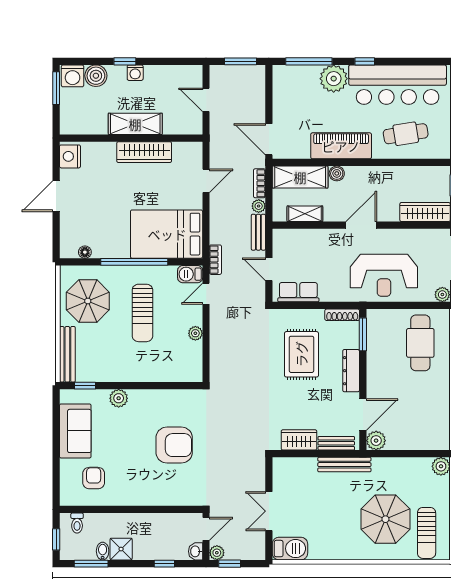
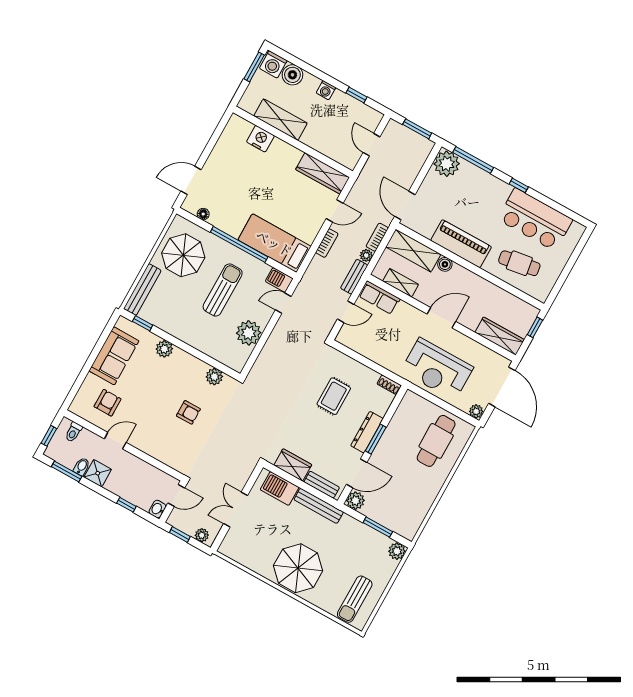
window: (125, 61) -> (356, 95), moved
plant: (334, 79) -> (447, 164), moved
bar counter: (398, 85) -> (535, 219), width x0.73
shelving: (135, 124) -> (280, 120), moved
wardrobe: (144, 152) -> (323, 173), moved
nightstand: (70, 156) -> (260, 139), moved, turned 90
door: (56, 196) -> (191, 180), moved
bed: (167, 234) -> (274, 243), width x0.67
bookcase: (215, 260) -> (327, 243), moved
door: (269, 269) -> (346, 312), swing flipped
row of seats: (298, 292) -> (379, 297), moved, turned 180
sun lounger: (142, 313) -> (223, 290), turned 180
shoe rack: (342, 315) -> (389, 385), width x0.70
plant: (195, 333) -> (249, 333), width x1.87, depth x1.87
window: (363, 334) -> (376, 439), moved
rug: (301, 354) -> (334, 396), width x0.73, depth x0.70
plant: (180, 398) -> (214, 377), added
armchair: (174, 445) -> (188, 412), width x0.53, depth x0.53
window: (411, 454) -> (378, 527), added
door: (120, 509) -> (115, 441), added
parasol: (385, 519) -> (298, 568), moved
barbecue: (290, 549) -> (280, 488), moved, turned 180
plant: (217, 553) -> (202, 535), moved

